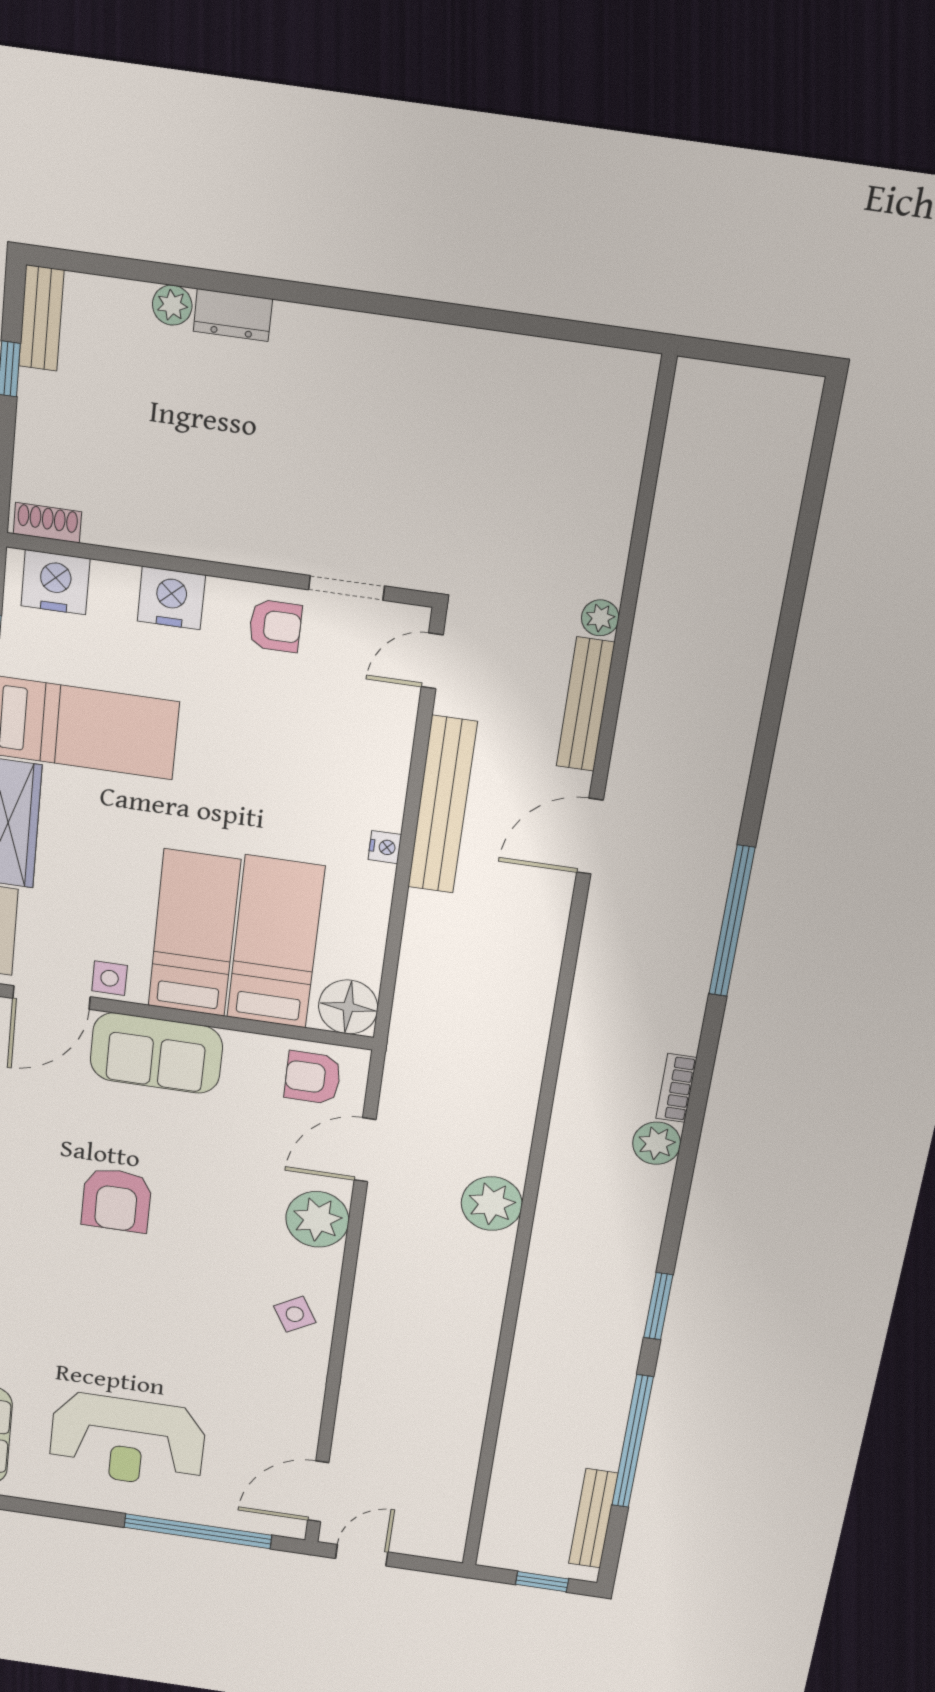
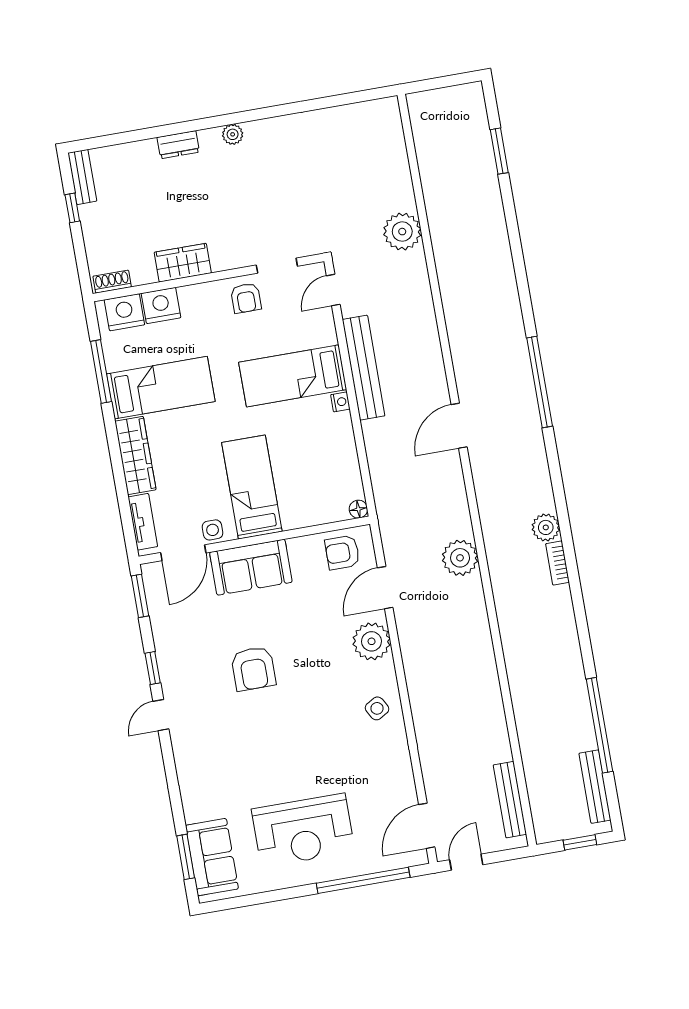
plant: (172, 305) -> (233, 134), moved
wardrobe: (182, 530) -> (183, 263), added
nightstand: (171, 598) -> (161, 305), moved
plant: (600, 618) -> (402, 232), width x1.88, depth x1.88
armchair: (275, 626) -> (246, 298), turned 90
bench: (585, 704) -> (510, 800), moved
door: (590, 836) -> (459, 426), moved
bed: (276, 942) -> (293, 376), moved, turned -90
floor lamp: (348, 1007) -> (358, 509), width x0.53, depth x0.53
bookcase: (676, 1088) -> (557, 563), moved
plant: (492, 1204) -> (460, 558), moved
window: (658, 1306) -> (499, 151), moved

